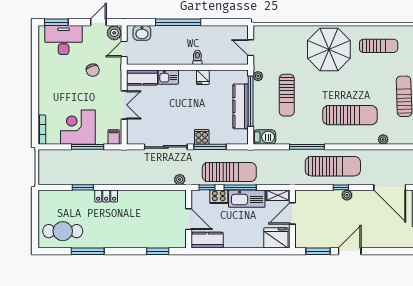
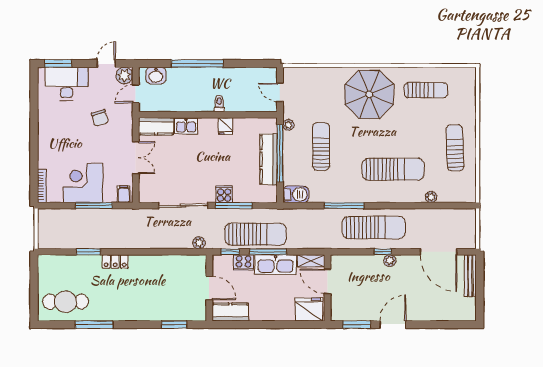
sun lounger: (287, 95) -> (321, 147), turned 180
door: (292, 213) -> (328, 281), hinge flipped

